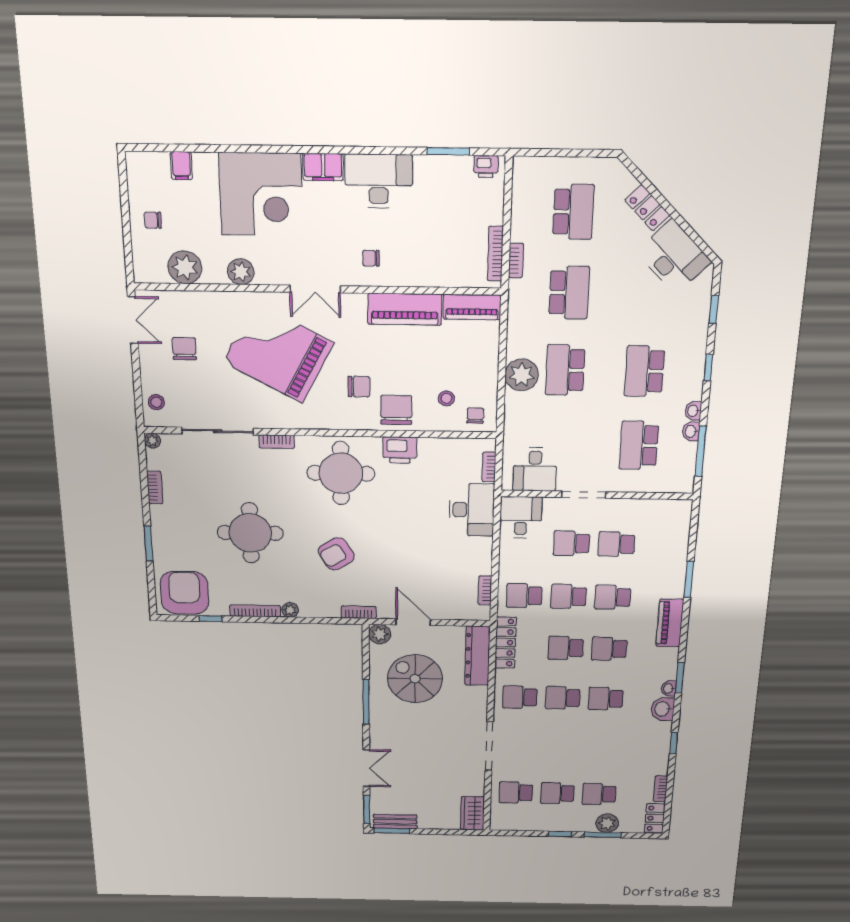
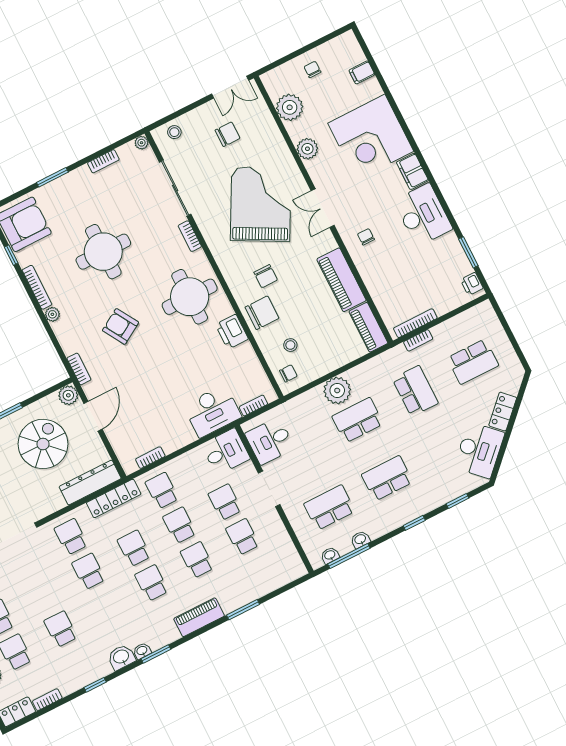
school desk: (569, 293) -> (415, 391), turned -90
washbasin: (693, 411) -> (330, 555), moved
school desk: (606, 699) -> (61, 629), moved

